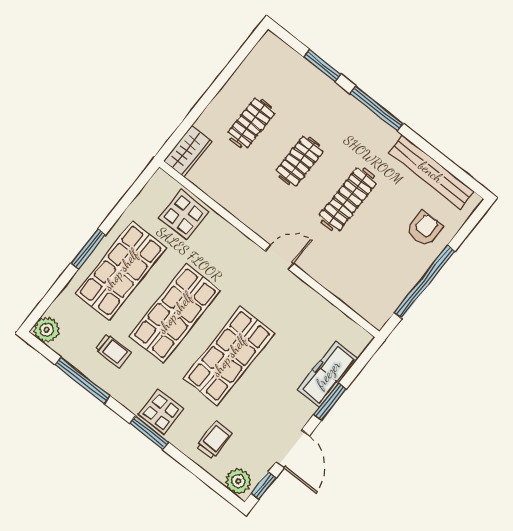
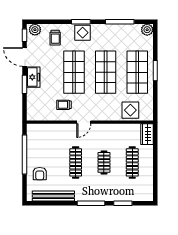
clothes rail: (251, 123) -> (132, 162), width x1.36
trolley: (113, 351) -> (64, 105), moved
freezer: (328, 374) -> (33, 77), moved, width x0.71

